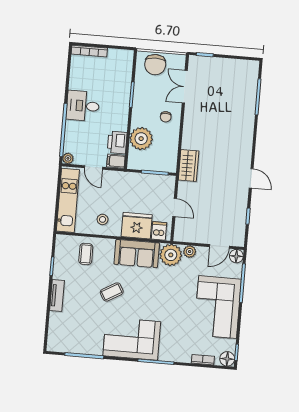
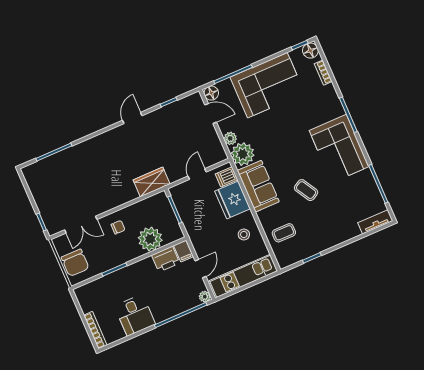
chair: (155, 65) -> (75, 263), turned 90
desk: (83, 106) -> (135, 315), moved
tv unit: (57, 296) -> (375, 222), moved

